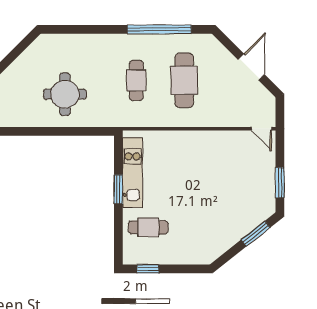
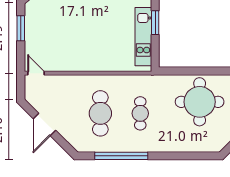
round table: (65, 94) -> (200, 102), width x1.36, depth x1.36

